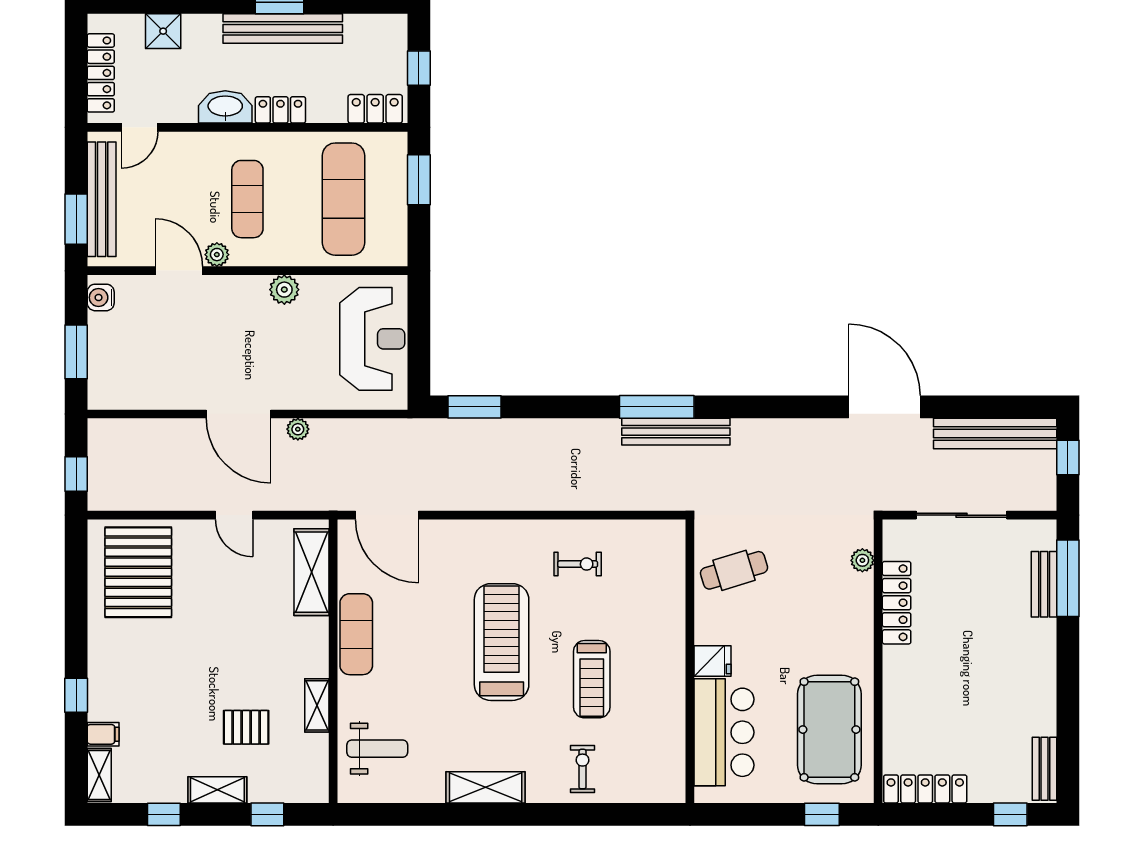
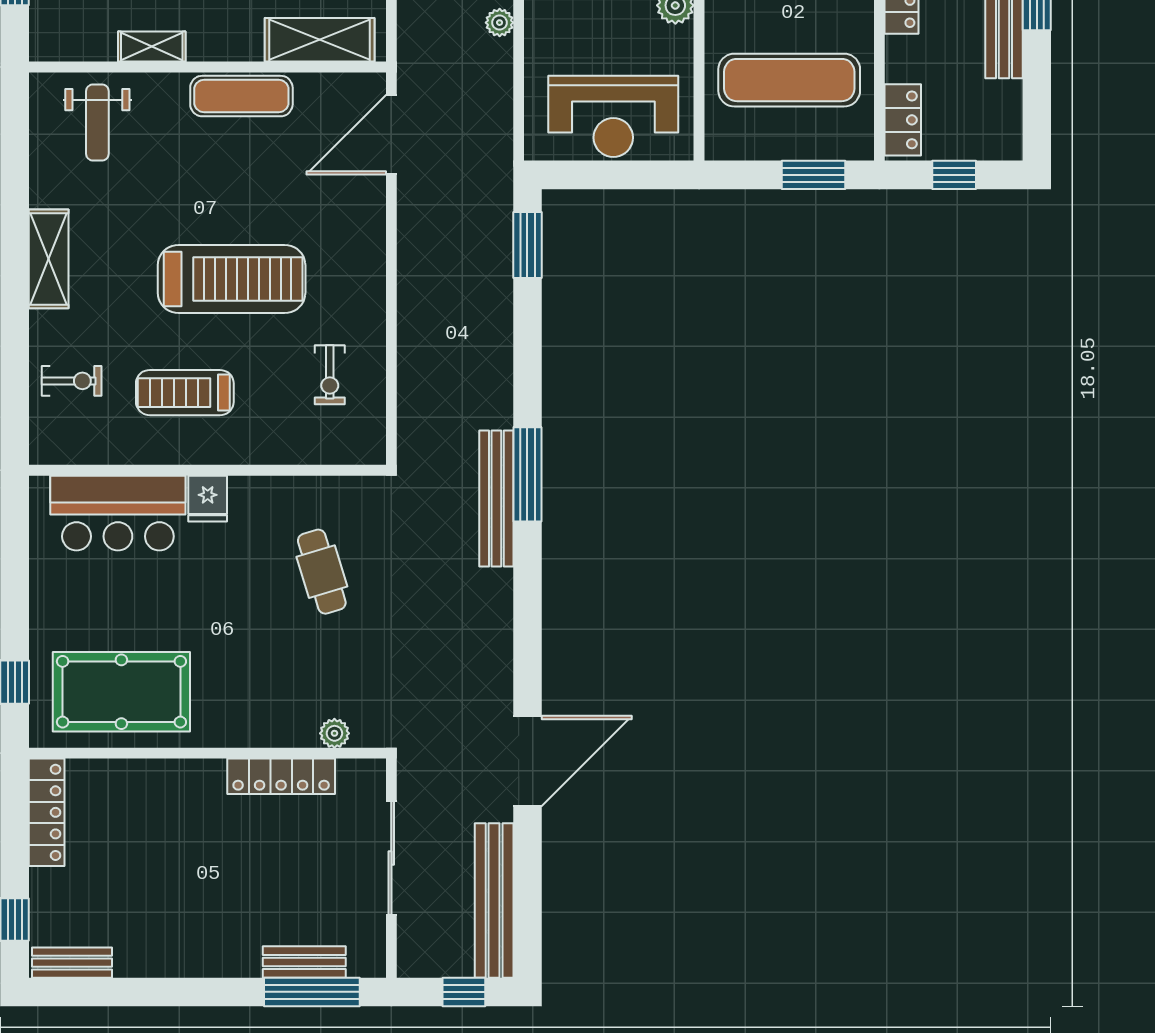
wall: (690, 661) -> (207, 470), moved
fridge: (712, 661) -> (208, 499), moved
bar counter: (724, 732) -> (118, 513), moved

